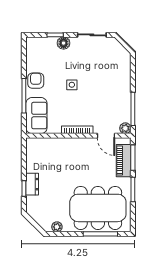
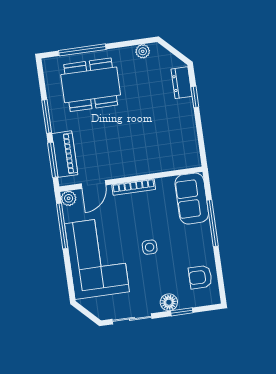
armchair: (36, 81) -> (200, 277), moved, turned 90
corner sofa: (111, 82) -> (97, 258), added
door: (106, 136) -> (94, 184), swing flipped
dresser: (32, 184) -> (181, 83), moved
dining table: (98, 208) -> (91, 85), width x0.73, depth x0.80

